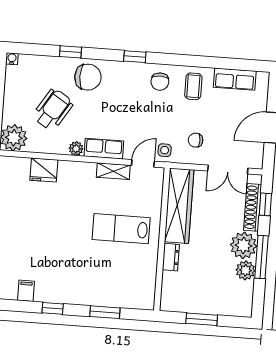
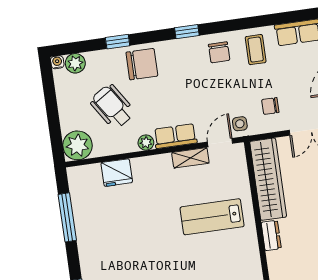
plant: (28, 63) -> (75, 63), added
wheelchair: (53, 110) -> (112, 107), turned -65

